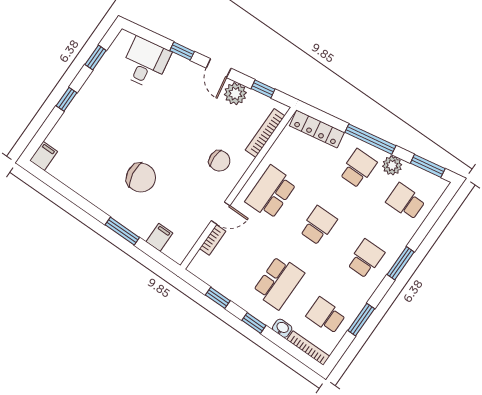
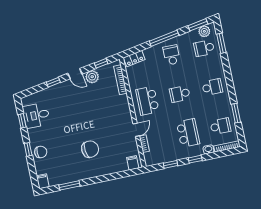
desk: (145, 63) -> (36, 115), moved, turned -80
locker: (317, 129) -> (134, 59), width x0.66
chair: (219, 161) -> (41, 152), moved
plant: (392, 165) -> (204, 31), moved
school desk: (318, 225) -> (180, 94), turned -90
window: (122, 231) -> (69, 185), moved
filing cabinet: (159, 237) -> (133, 163), moved
school desk: (366, 259) -> (212, 87), turned 90
window: (401, 263) -> (221, 43), moved
school desk: (326, 316) -> (220, 126), turned 180

